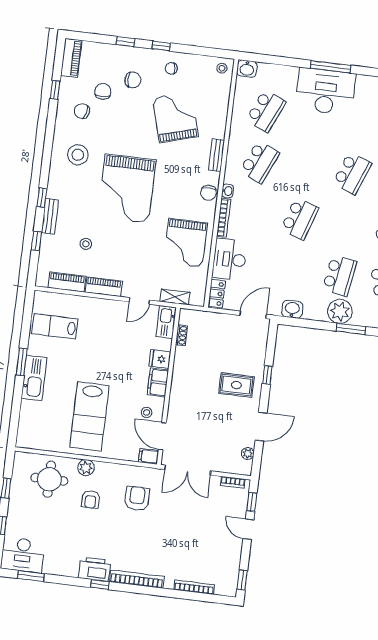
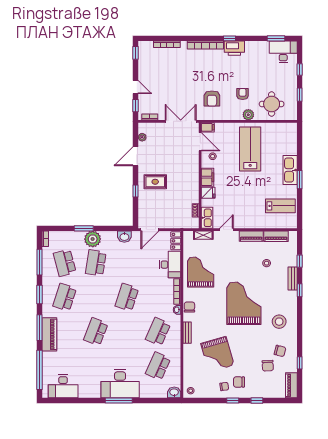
chair: (133, 80) -> (239, 382), moved

